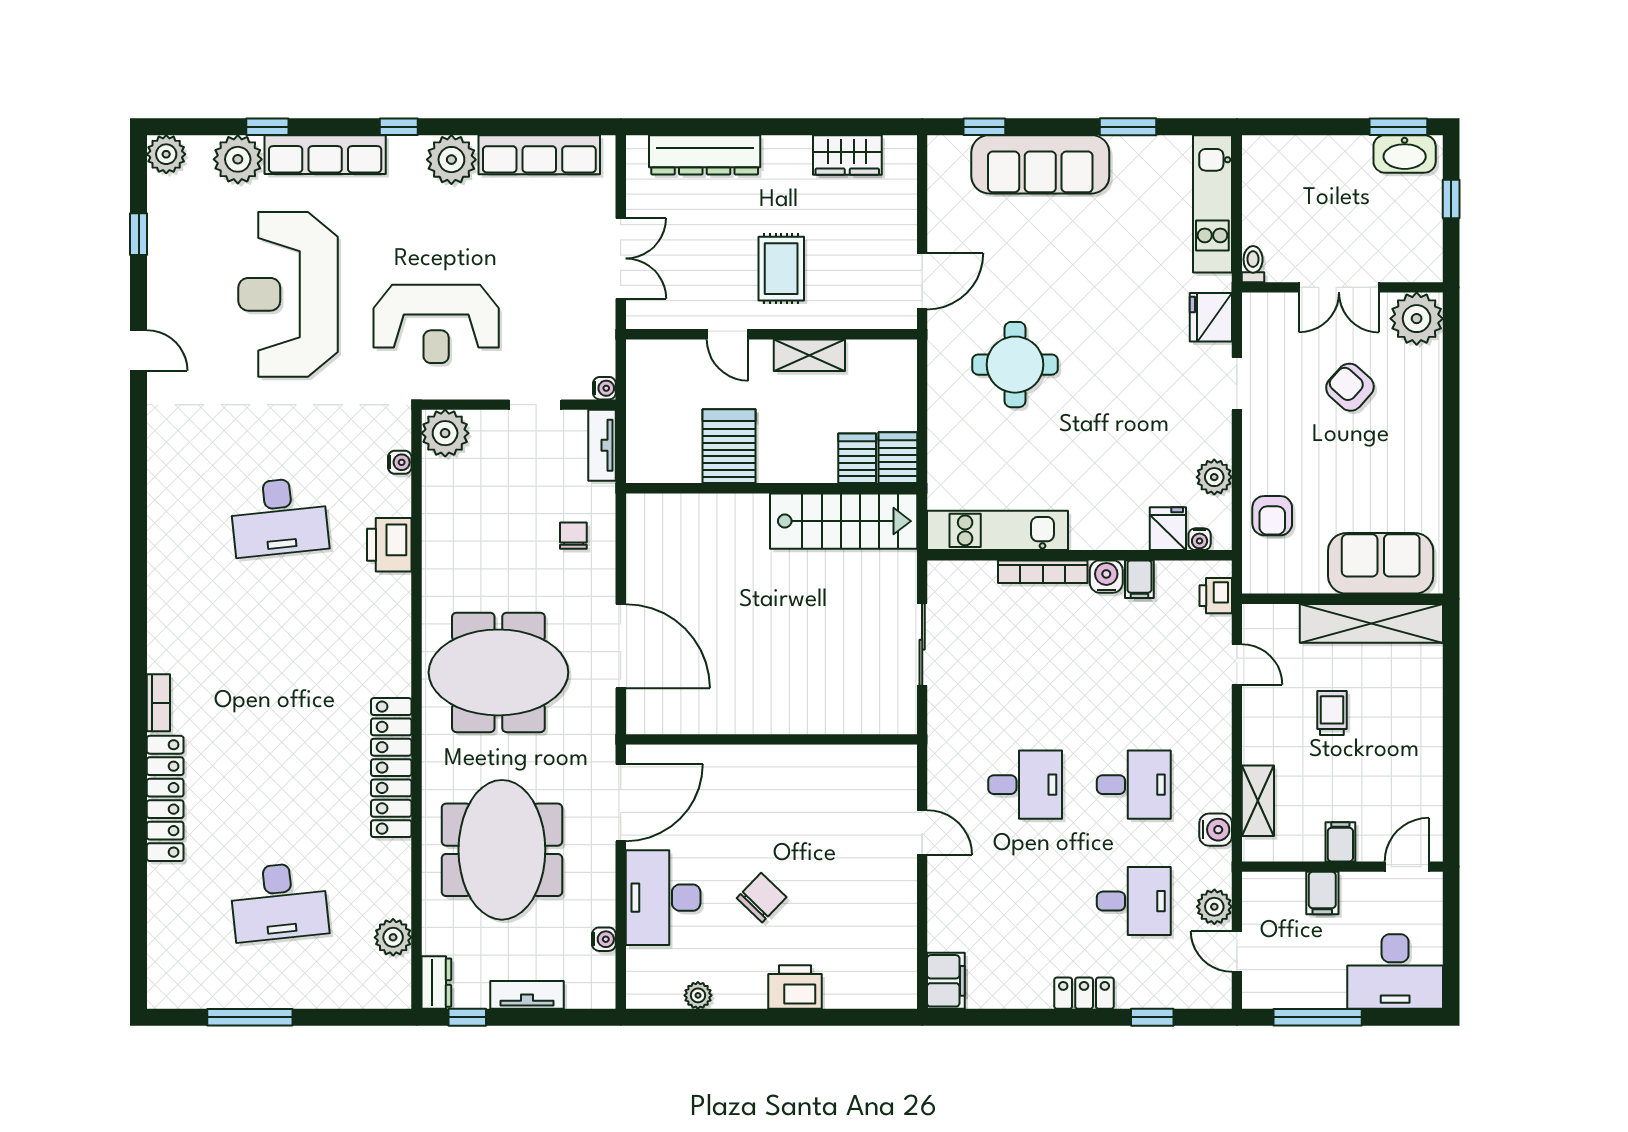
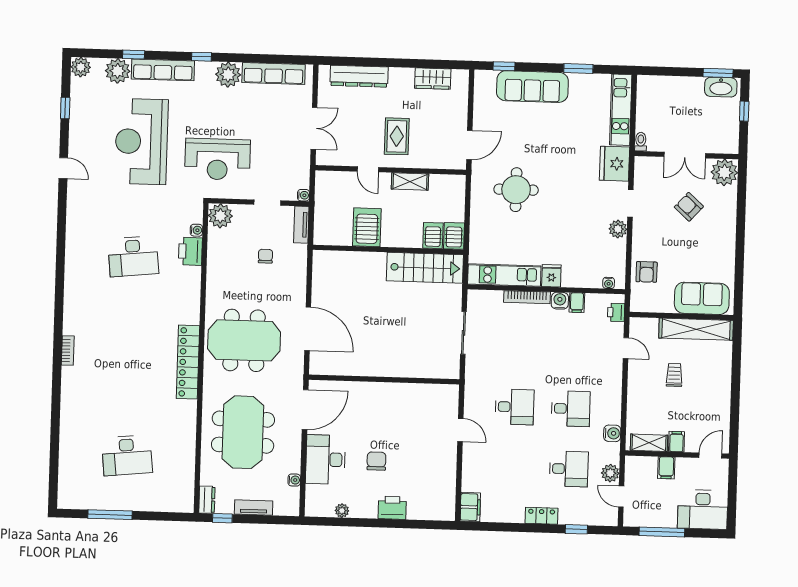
fridge: (1211, 317) -> (615, 164), width x1.36, depth x1.34
plant: (1214, 477) -> (618, 229), moved
fridge: (1168, 529) -> (551, 276), moved
chair: (573, 536) -> (265, 256), moved
printer: (389, 545) -> (190, 251), moved
locker: (391, 768) -> (188, 362), moved
locker: (165, 798) -> (70, 400), removed
shelving: (1258, 801) -> (649, 443), moved, turned 90
chair: (762, 898) -> (376, 461), turned -44
plant: (393, 937) -> (185, 476), removed

